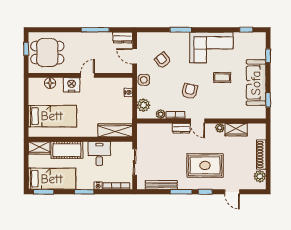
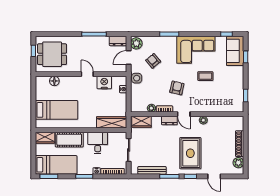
door: (135, 56) -> (129, 57), hinge flipped
door: (88, 75) -> (87, 74), hinge flipped
sofa: (256, 83) -> (235, 51), moved, width x0.73
nightstand: (72, 85) -> (104, 83), moved
plant: (143, 105) -> (136, 43), moved
wardrobe: (236, 130) -> (142, 122), moved
rug: (205, 165) -> (190, 153), turned 90

